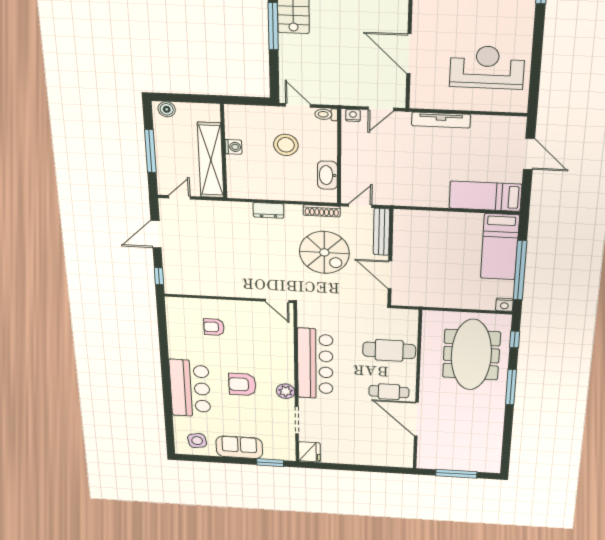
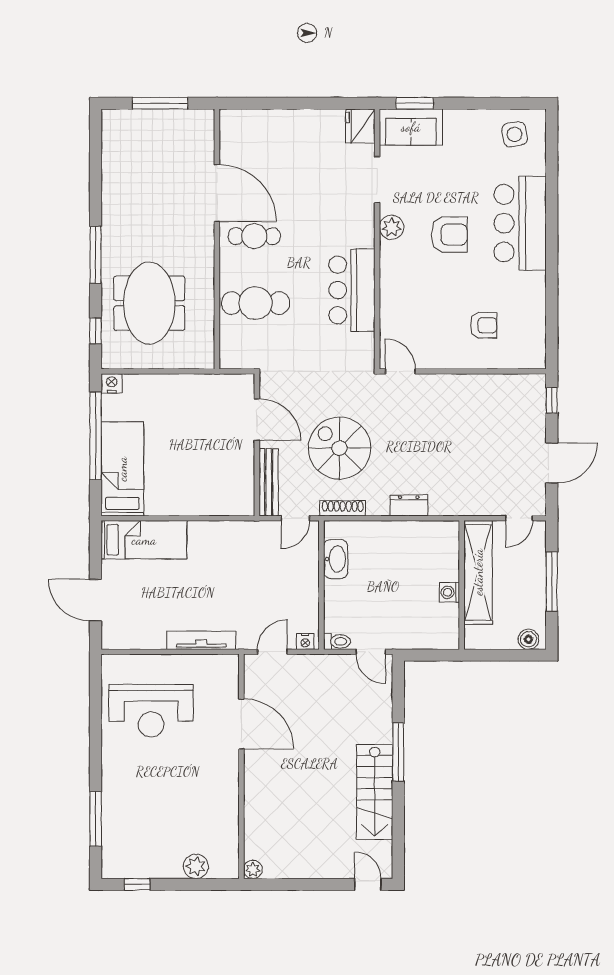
stool: (286, 145) -> (386, 598), removed
meeting table: (471, 355) -> (149, 303), width x0.73
bar counter: (315, 364) -> (352, 290), width x0.73
sofa: (239, 447) -> (411, 127), moved

